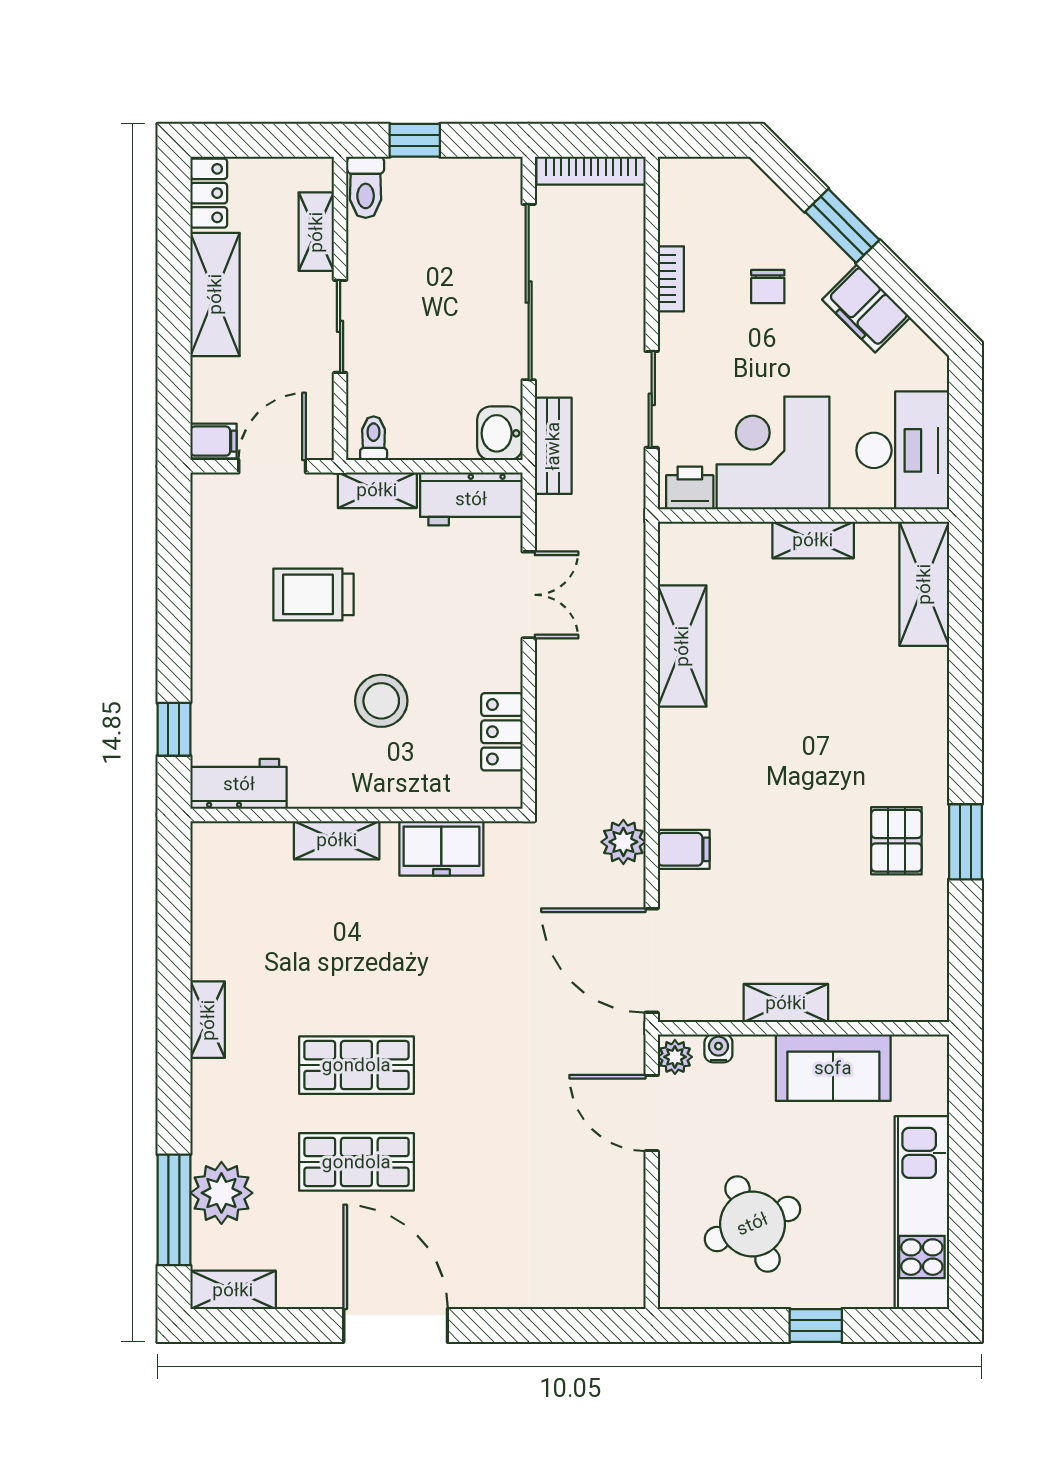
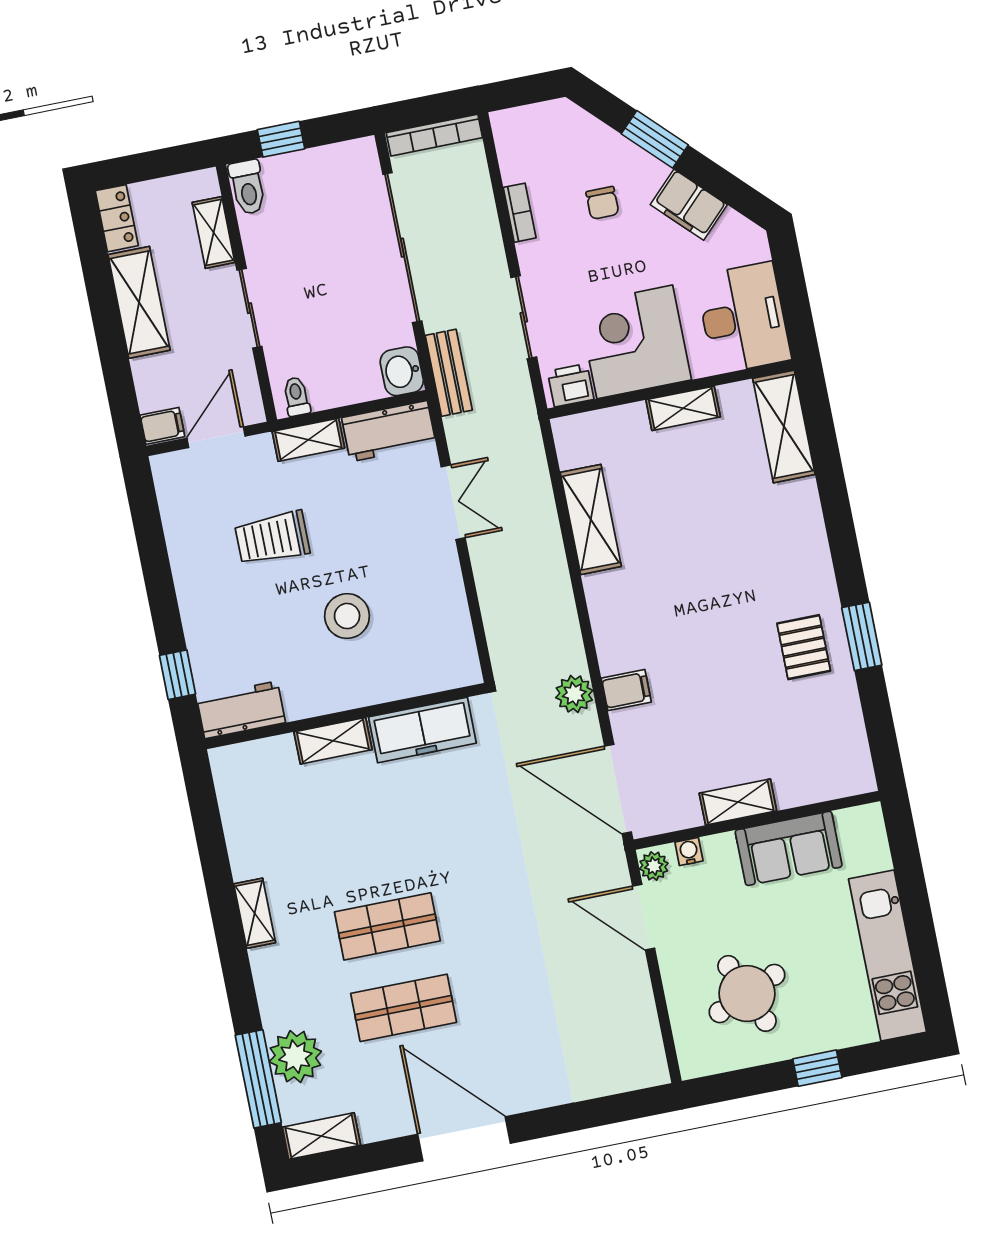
locker: (502, 732) -> (454, 622), removed
freezer: (441, 848) -> (422, 730), width x1.40

